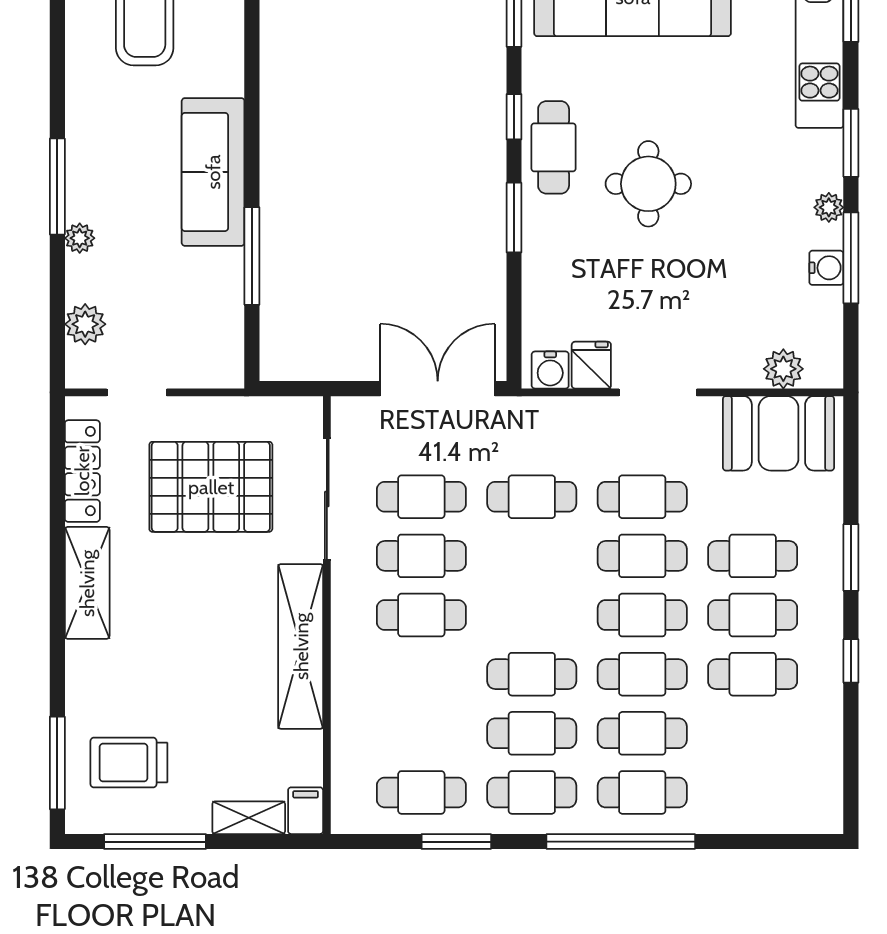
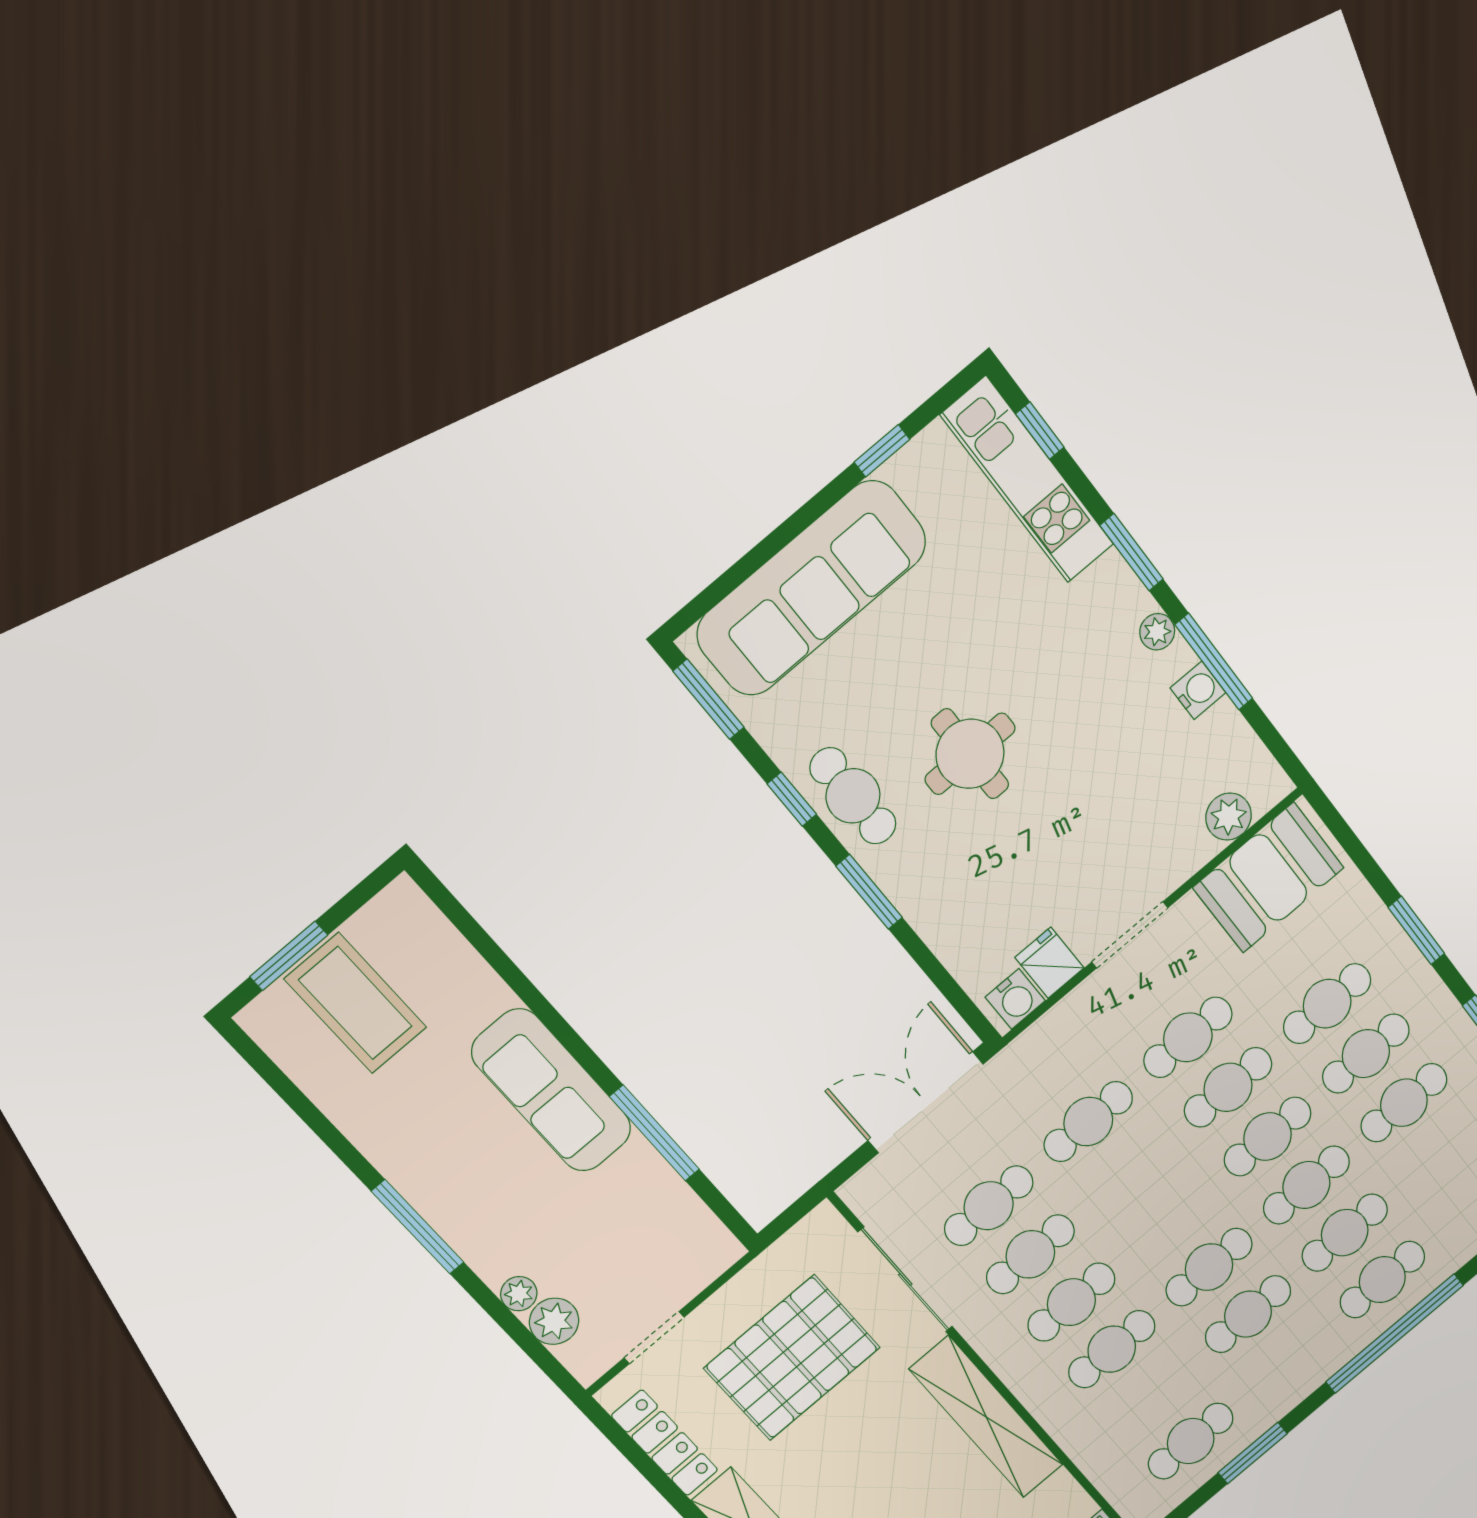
plant: (80, 238) -> (519, 1294), moved
cafe table: (532, 792) -> (1112, 1349), moved

